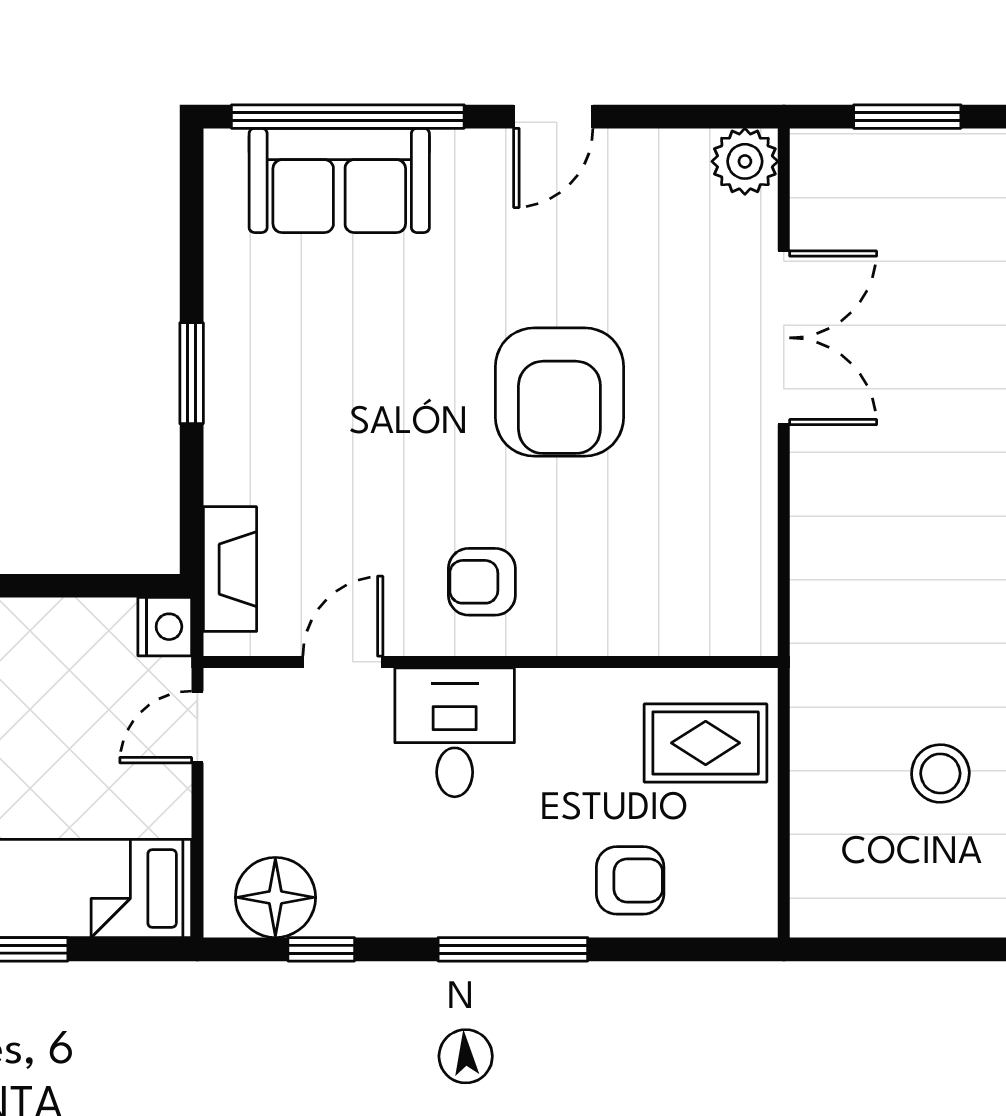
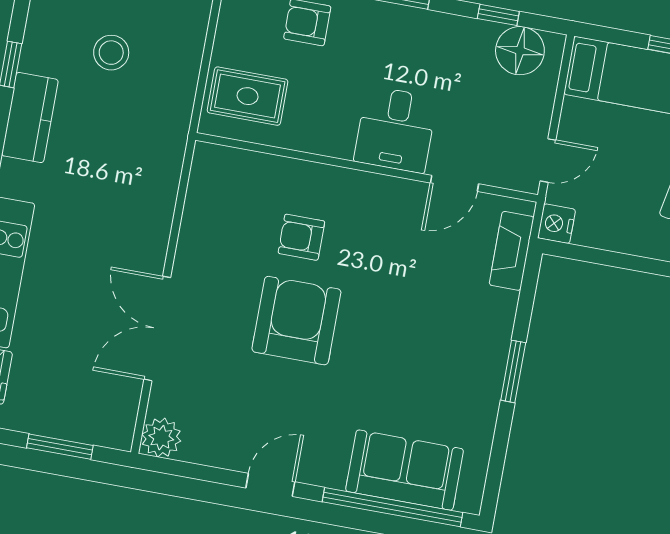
armchair: (482, 582) -> (301, 237), moved, turned 180

